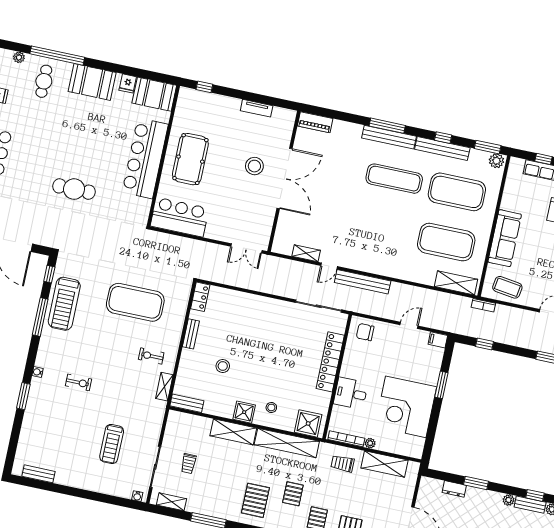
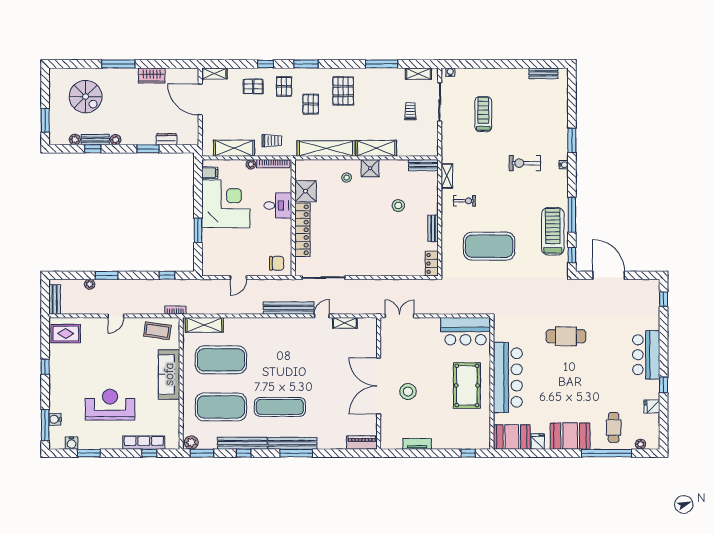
filing cabinet: (438, 340) -> (210, 173), moved
exercise bike: (78, 382) -> (525, 163), width x1.38, depth x1.39
shower: (308, 423) -> (305, 191), moved

